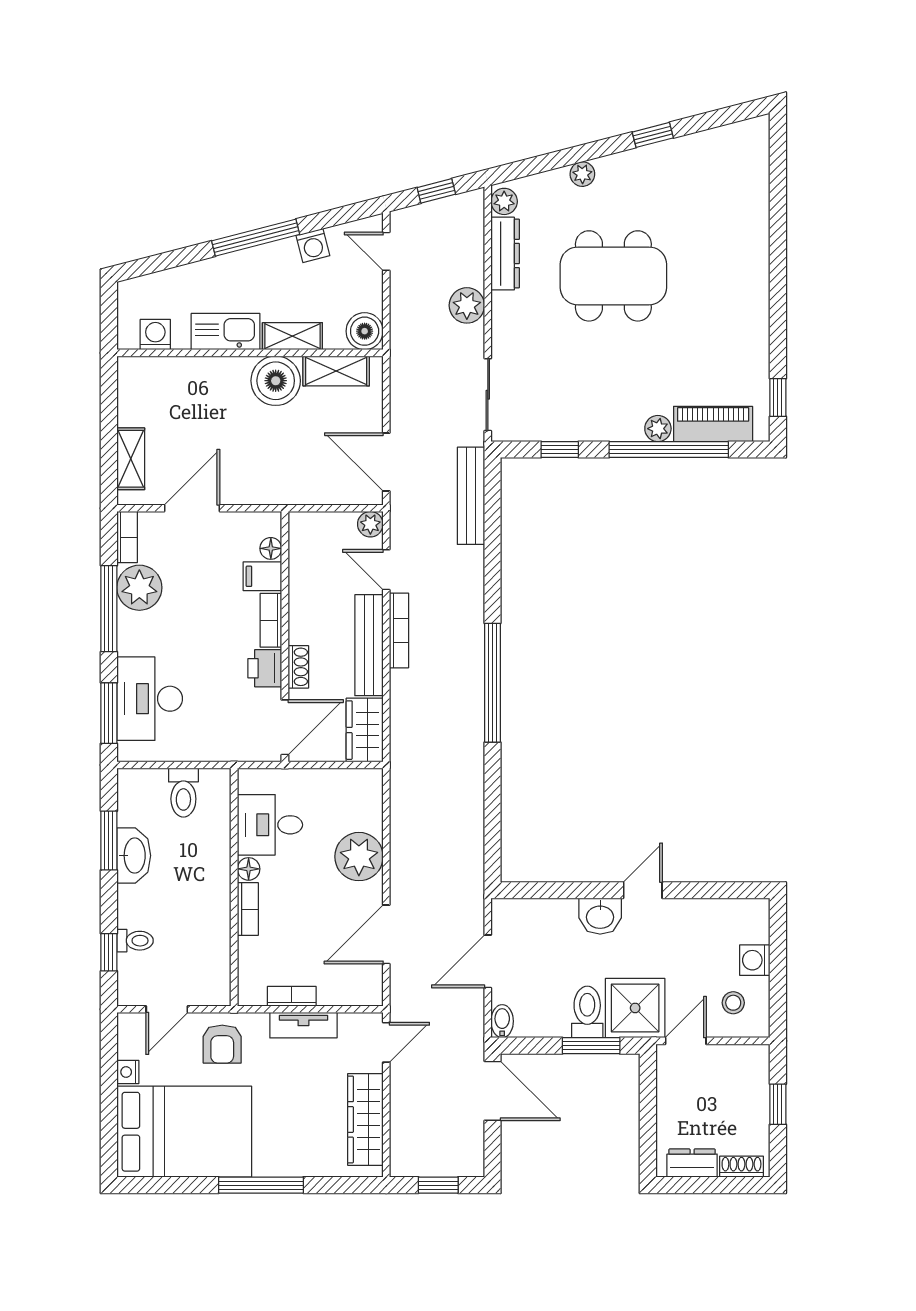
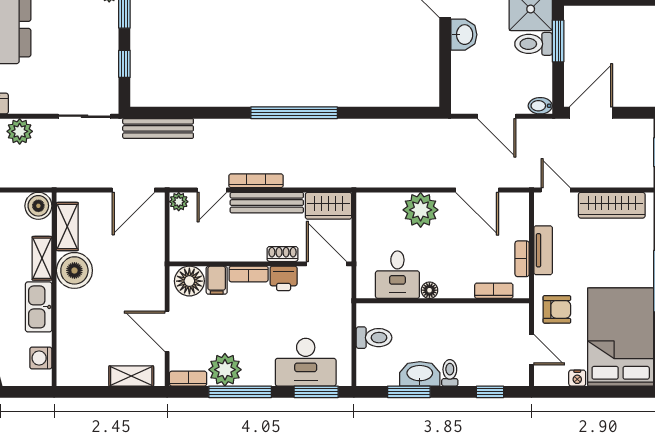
floor lamp: (271, 548) -> (189, 281), width x1.89, depth x1.89
bookcase: (248, 909) -> (494, 291), moved
toilet: (135, 941) -> (450, 373), moved

